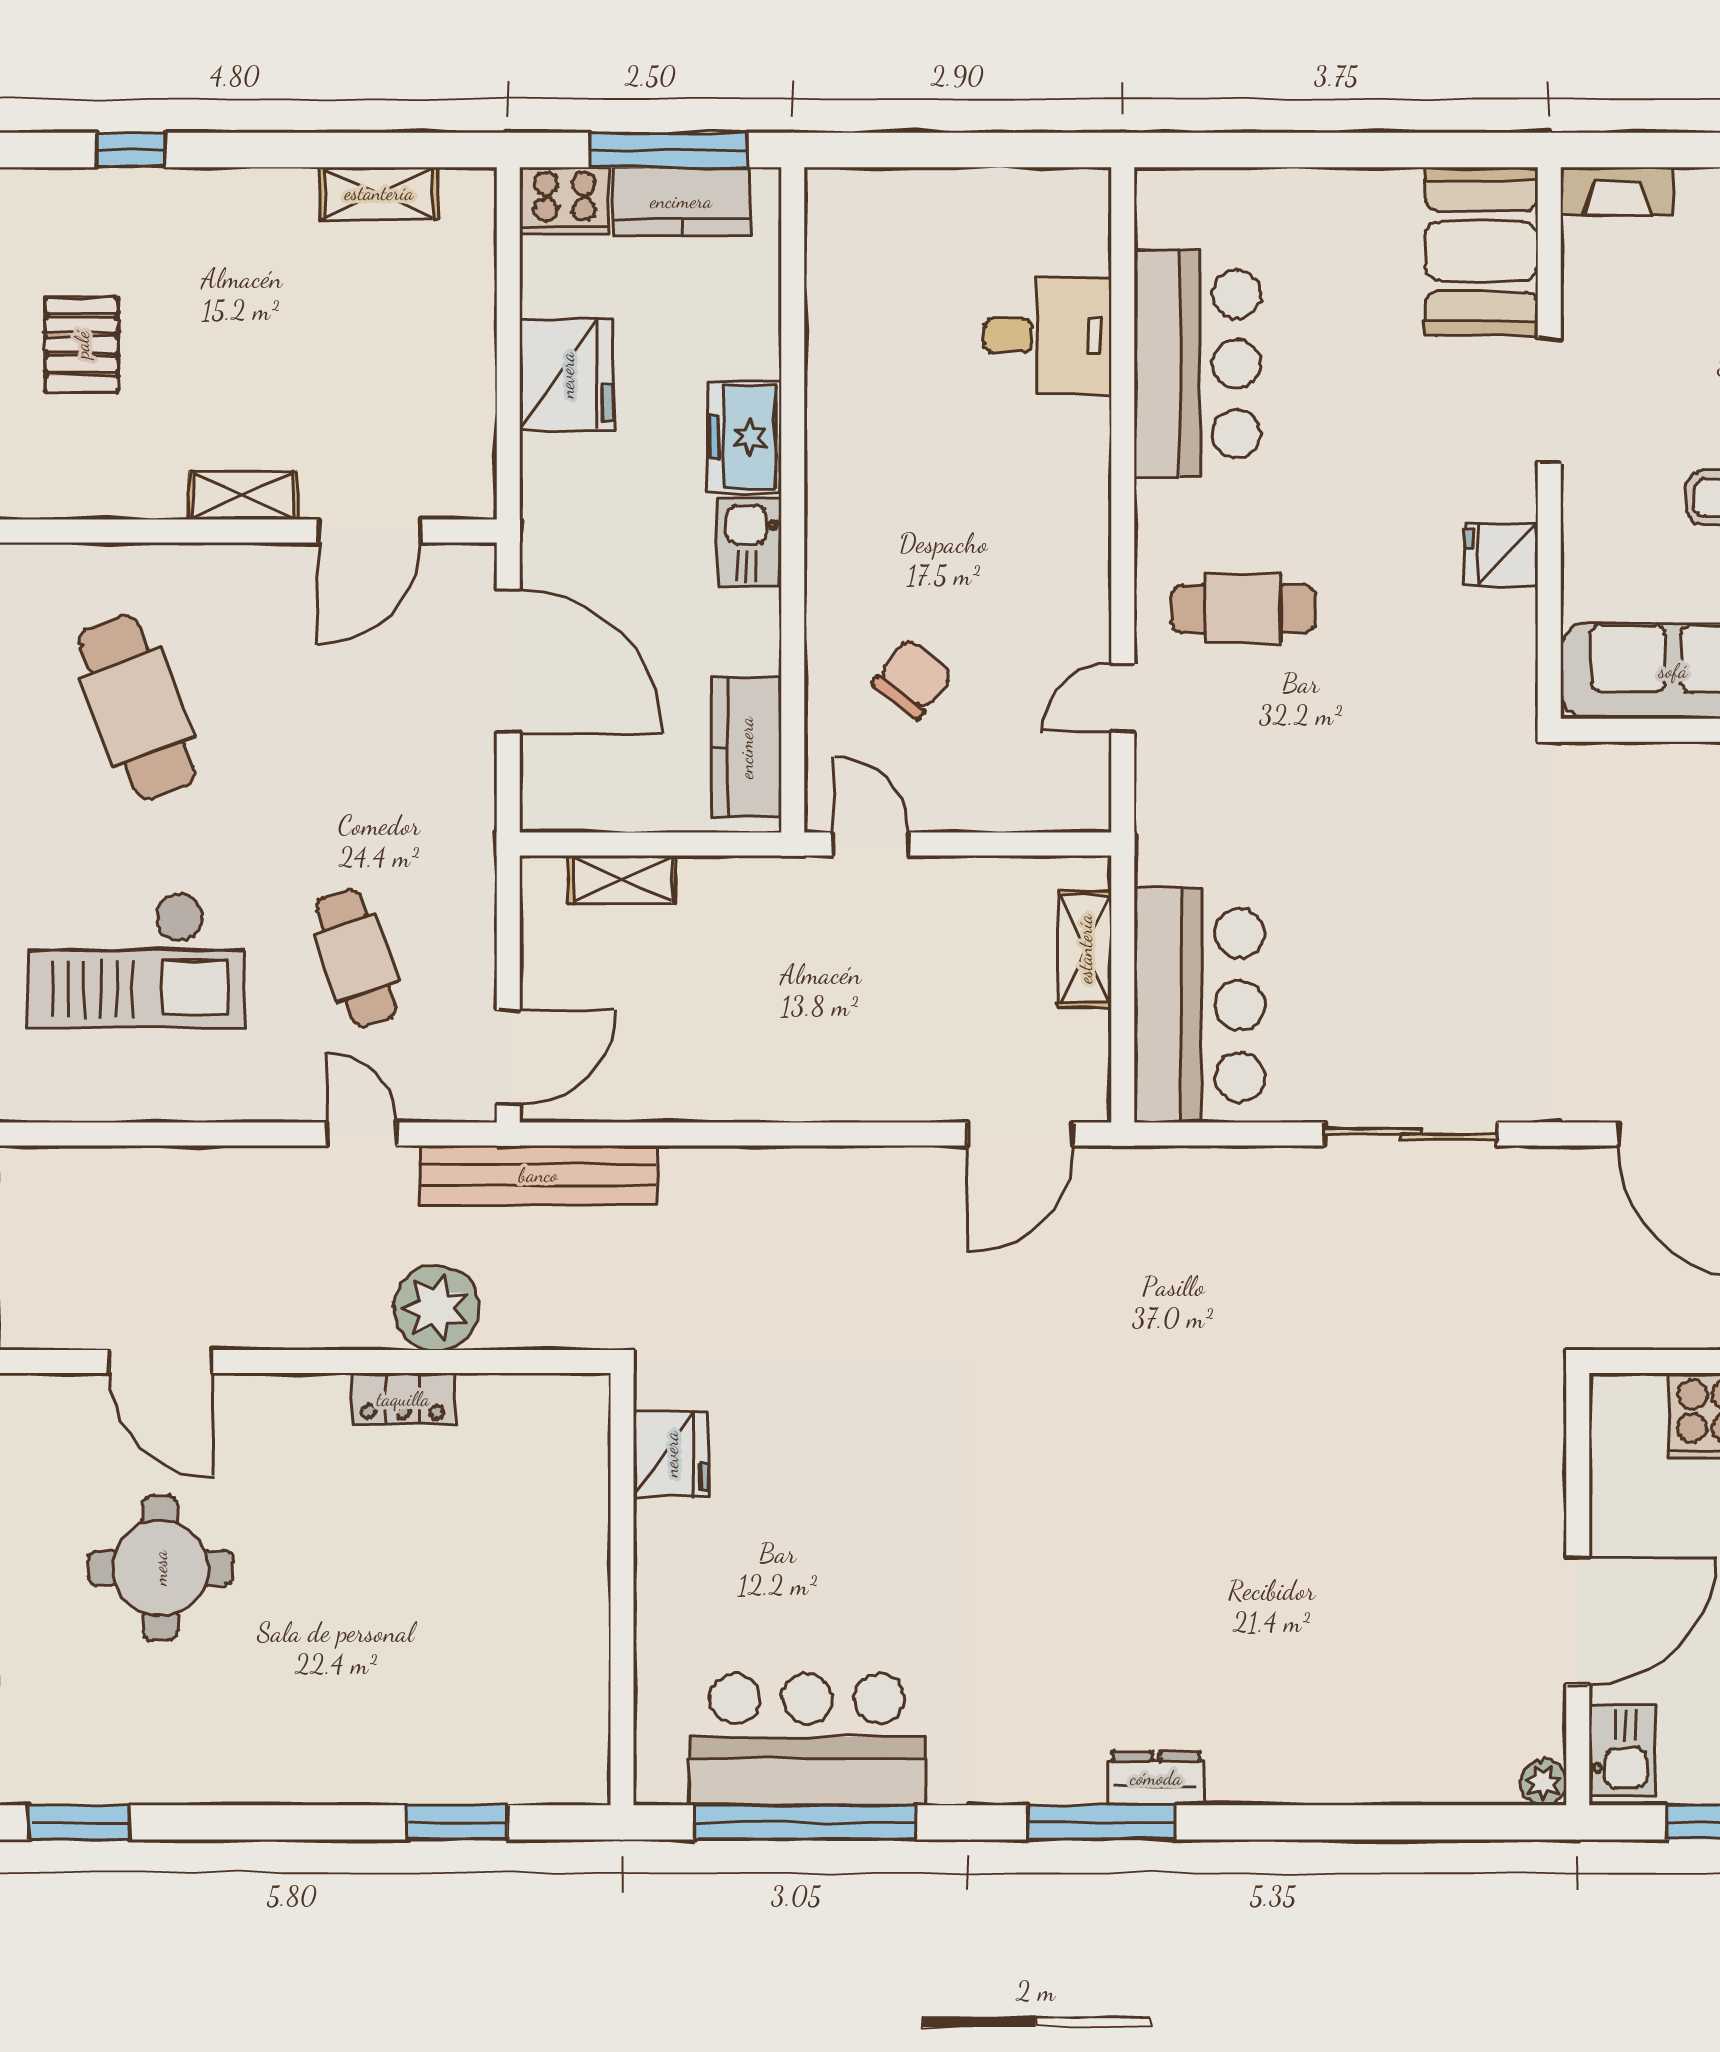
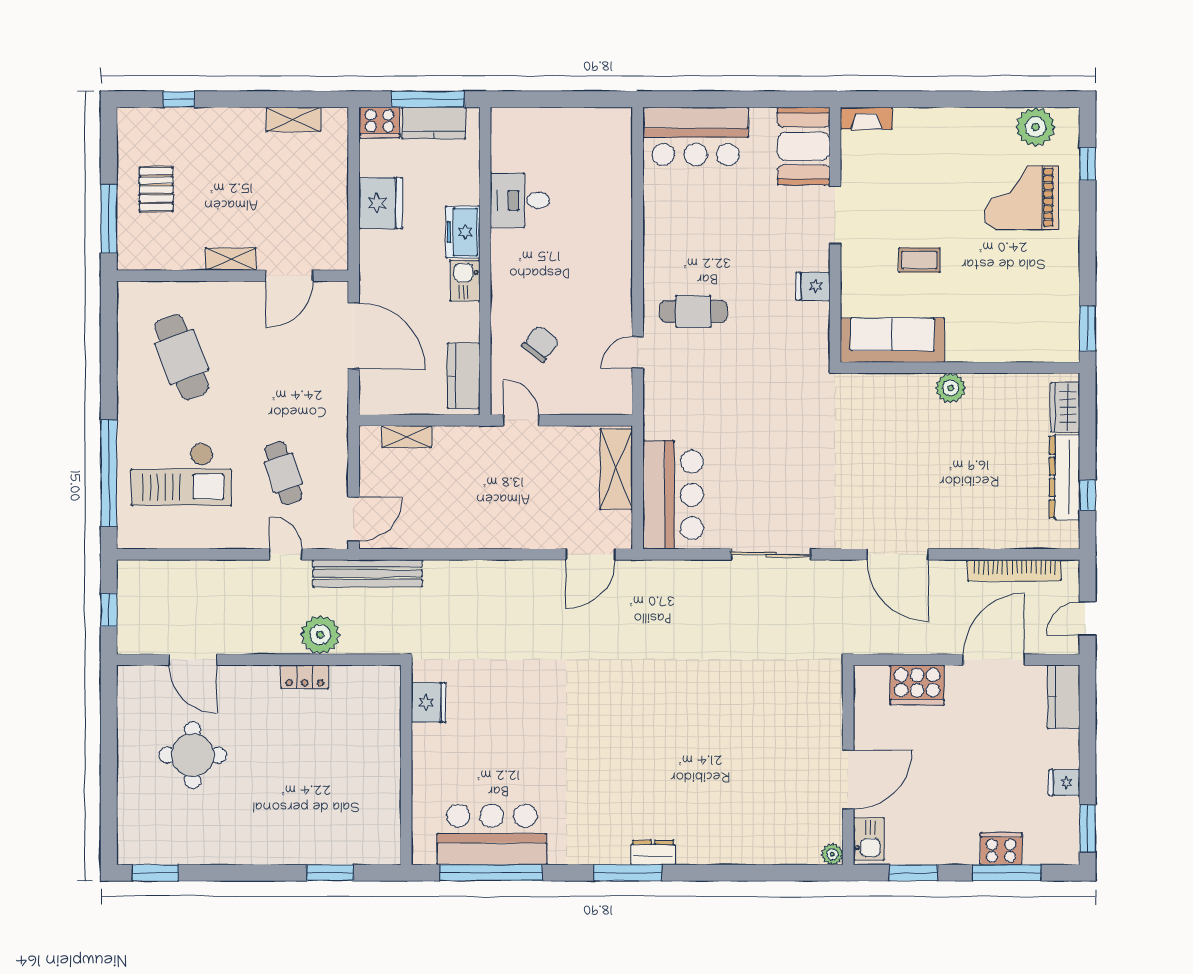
desk: (1048, 335) -> (520, 200), moved, turned 180
bar counter: (1197, 364) -> (696, 136), moved, turned 90
shelving: (1085, 949) -> (616, 469), width x1.50, depth x1.33

